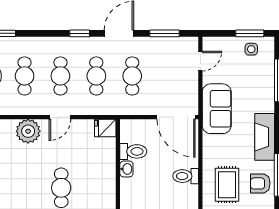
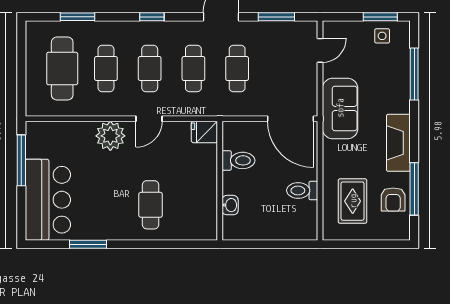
window: (80, 33) -> (152, 17), moved
washbasin: (126, 169) -> (230, 205), moved
armchair: (260, 183) -> (393, 200), turned -90

